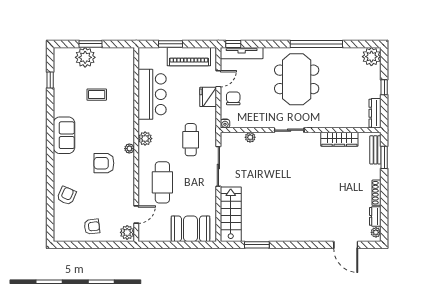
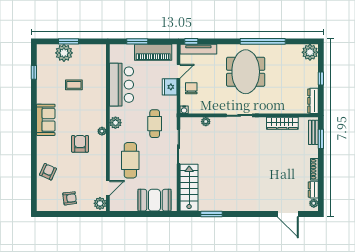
armchair: (104, 163) -> (80, 144), turned 90

